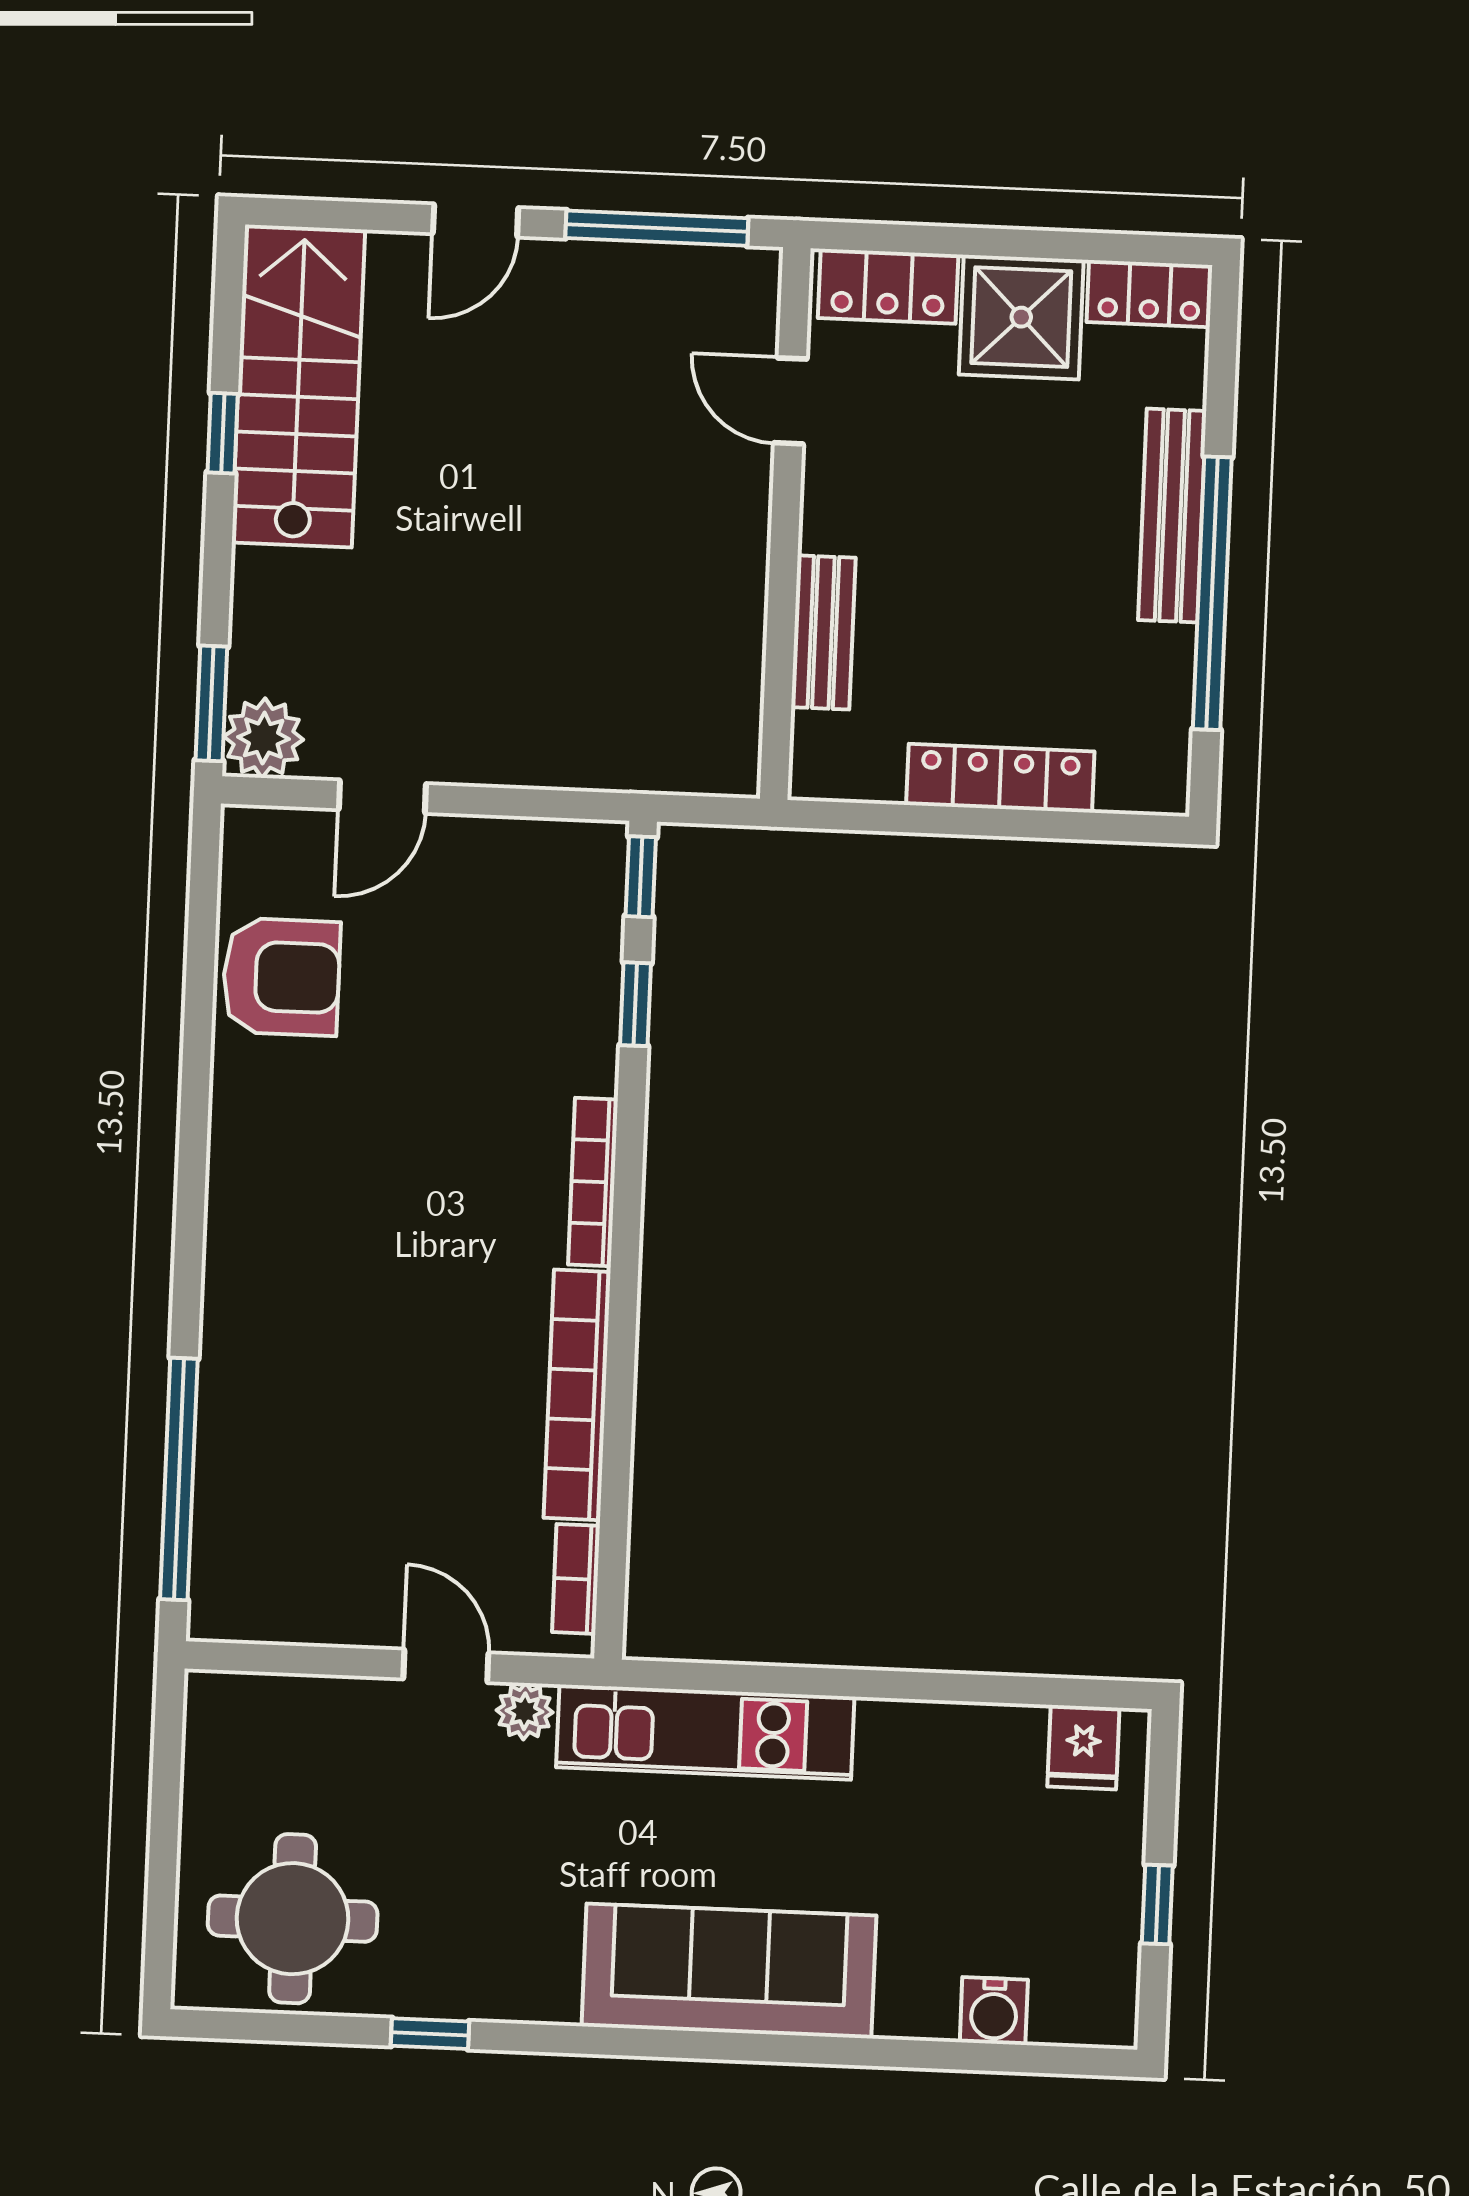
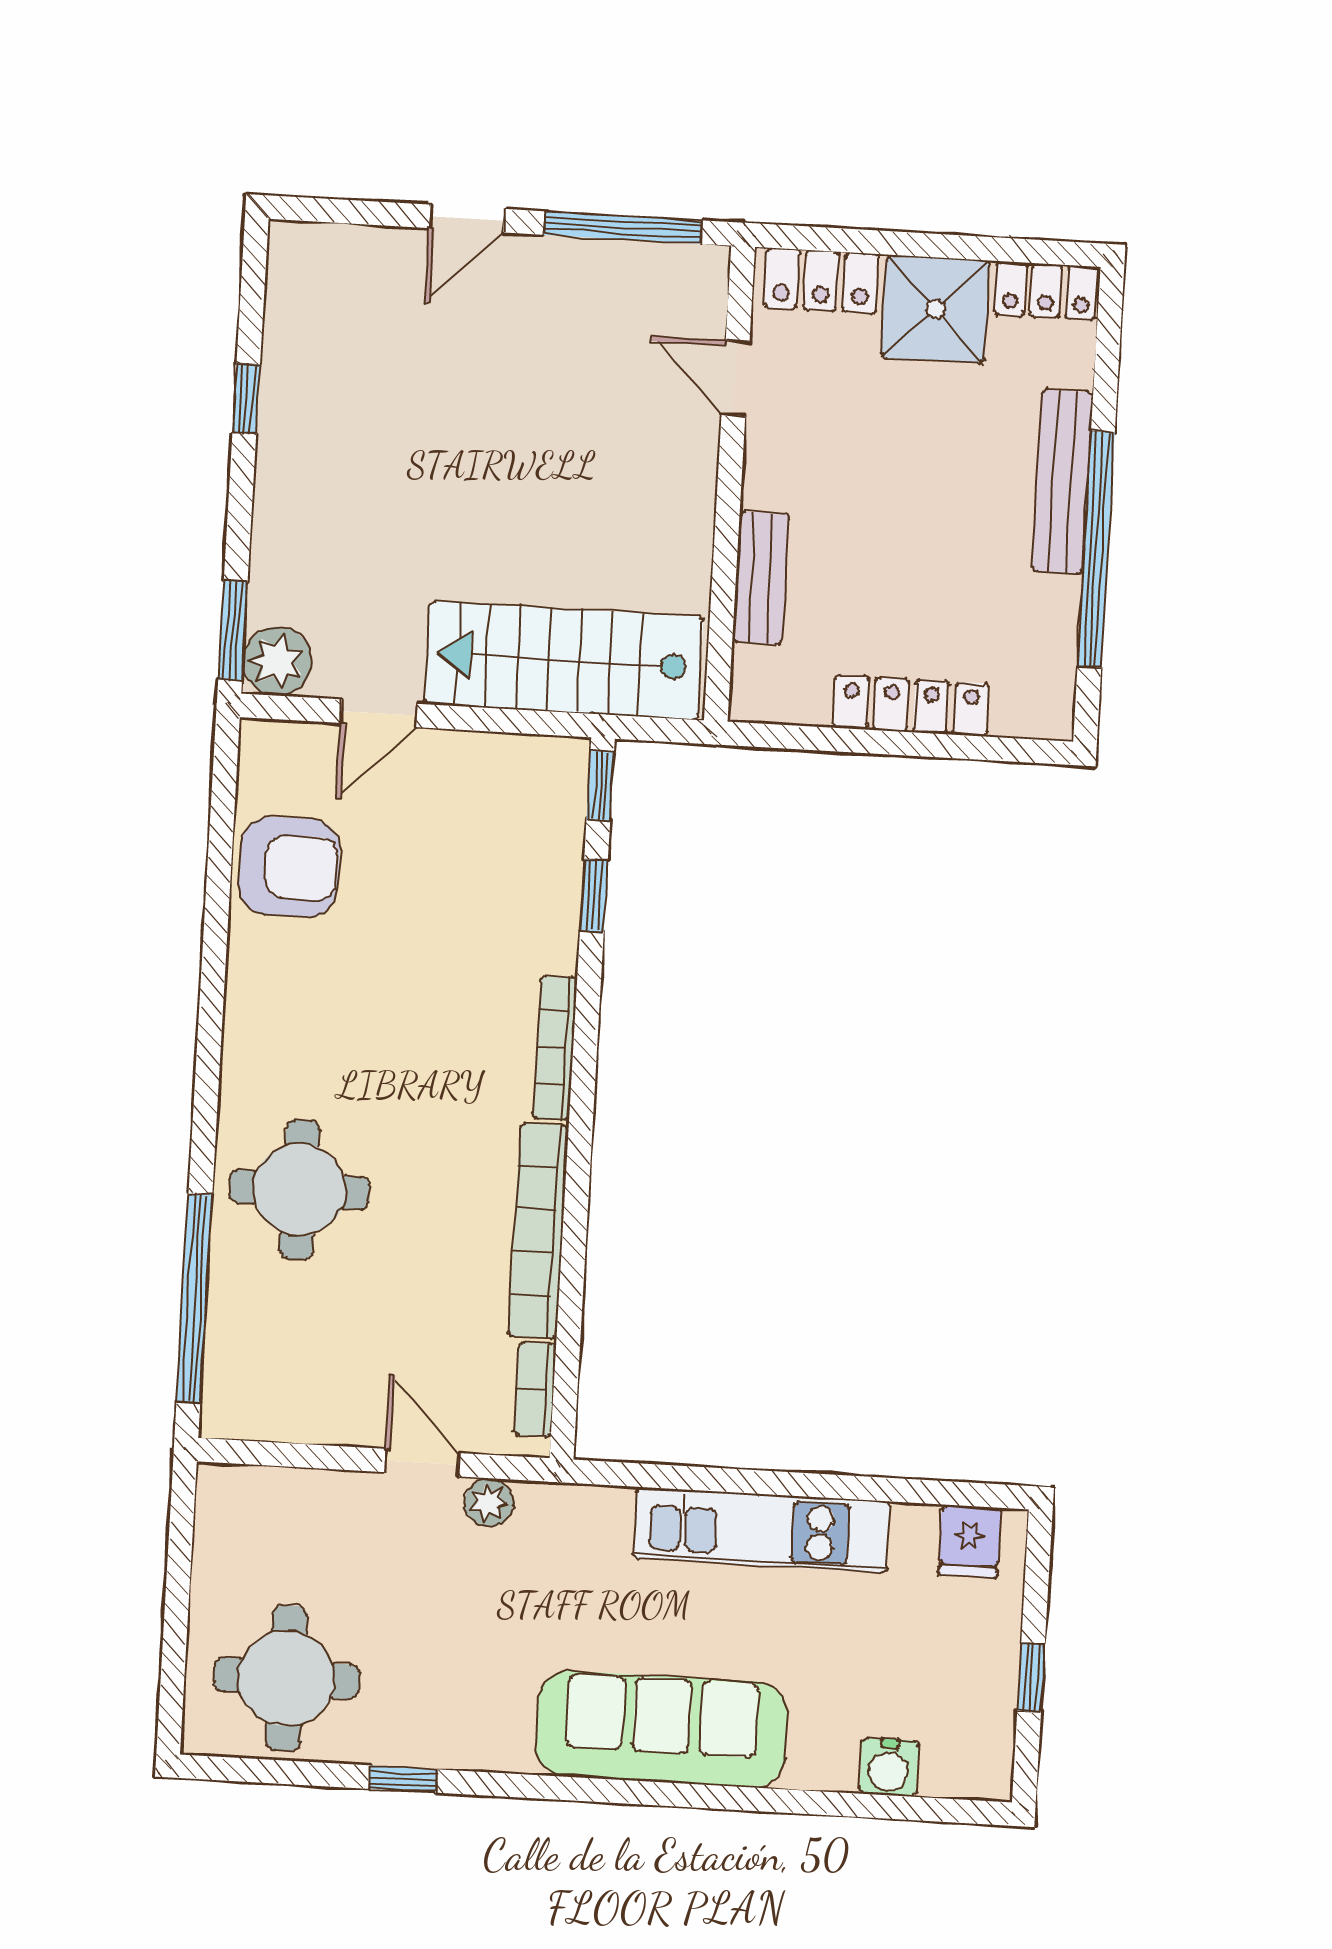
stairs: (298, 386) -> (564, 660), moved, turned -90
round table: (299, 1351) -> (300, 1190), added
kitchen unit: (705, 1732) -> (762, 1530), moved

